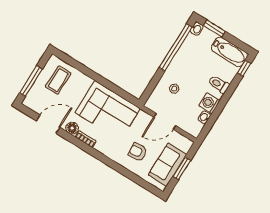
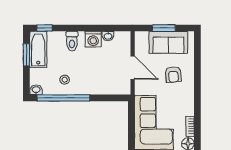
window: (214, 28) -> (26, 55), moved
stool: (174, 89) -> (65, 80), moved

